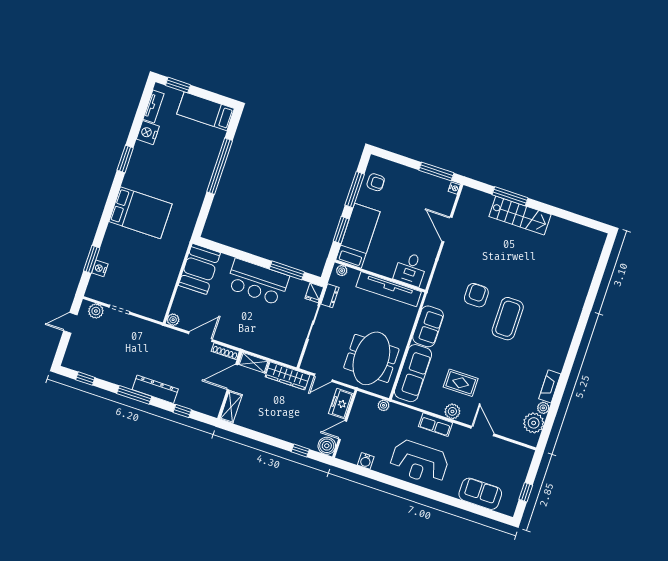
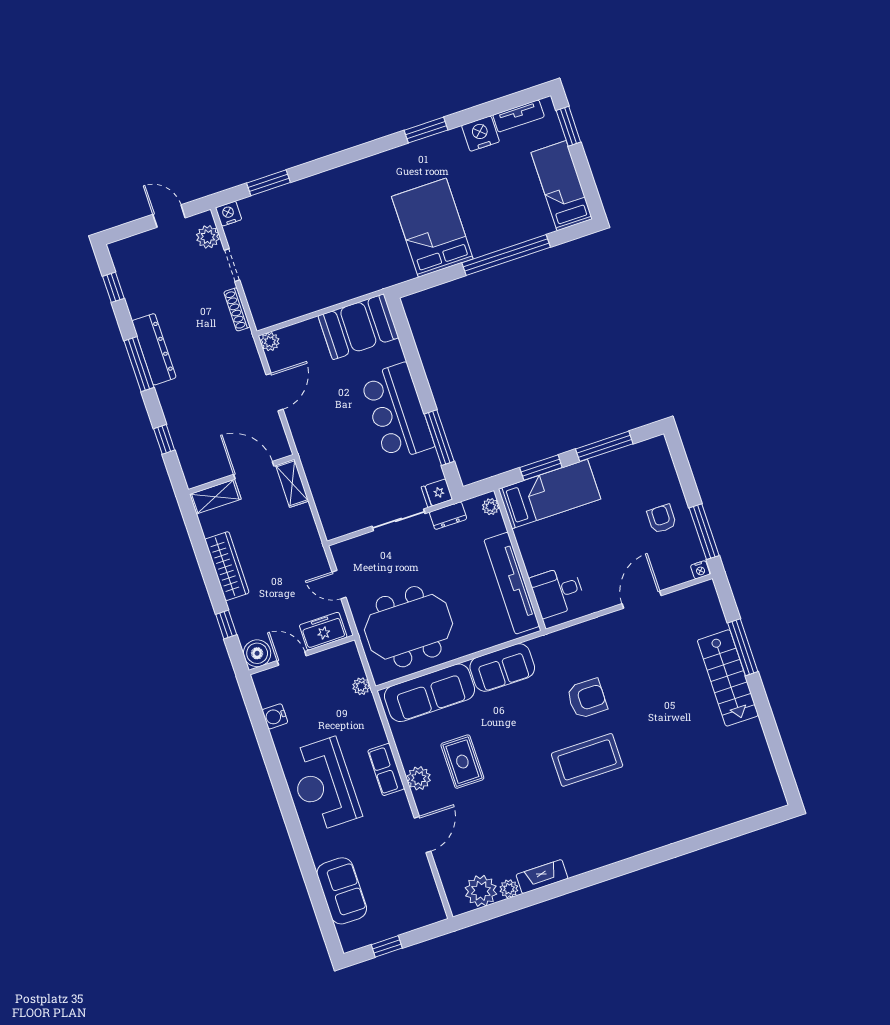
armchair: (376, 182) -> (662, 519), moved, turned 180
bed: (140, 213) -> (432, 228), moved, turned 180
nightstand: (100, 268) -> (229, 214), moved
door: (200, 337) -> (274, 392), hinge flipped
shoe rack: (225, 351) -> (237, 309), moved
wardrobe: (287, 376) -> (227, 566), moved, turned 180
dresser: (155, 389) -> (154, 349), moved

